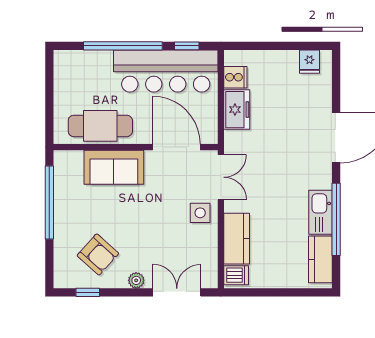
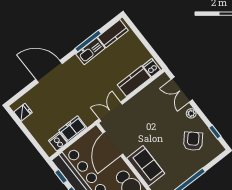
side table: (200, 213) -> (135, 108), removed
window: (336, 219) -> (88, 41), width x0.68

